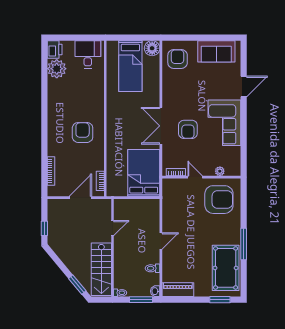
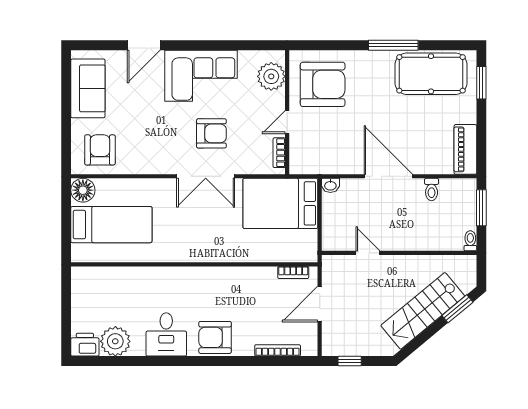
desk: (88, 54) -> (166, 334), moved, turned -90
armchair: (178, 59) -> (100, 150), turned 90
door: (244, 87) -> (144, 45), swing flipped
armchair: (83, 132) -> (215, 337), moved
plant: (220, 171) -> (271, 76), width x1.87, depth x1.87
door: (80, 198) -> (320, 304), hinge flipped
armchair: (219, 200) -> (323, 84), turned 90
window: (44, 228) -> (350, 361), moved
door: (161, 241) -> (388, 176), width x1.88
stairs: (101, 269) -> (423, 311), moved, turned 140
washbasin: (155, 291) -> (330, 185), moved

